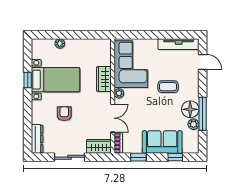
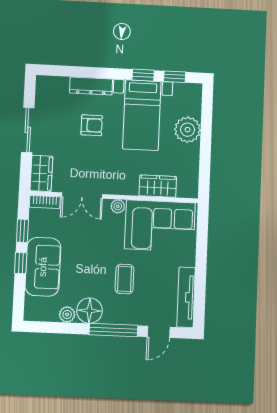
plant: (60, 44) -> (188, 130), width x1.88, depth x1.88
window: (28, 58) -> (175, 77), added
wardrobe: (104, 79) -> (158, 186), moved
window: (203, 114) -> (113, 330), moved
dresser: (37, 139) -> (91, 86), moved
window: (175, 157) -> (21, 263), moved

